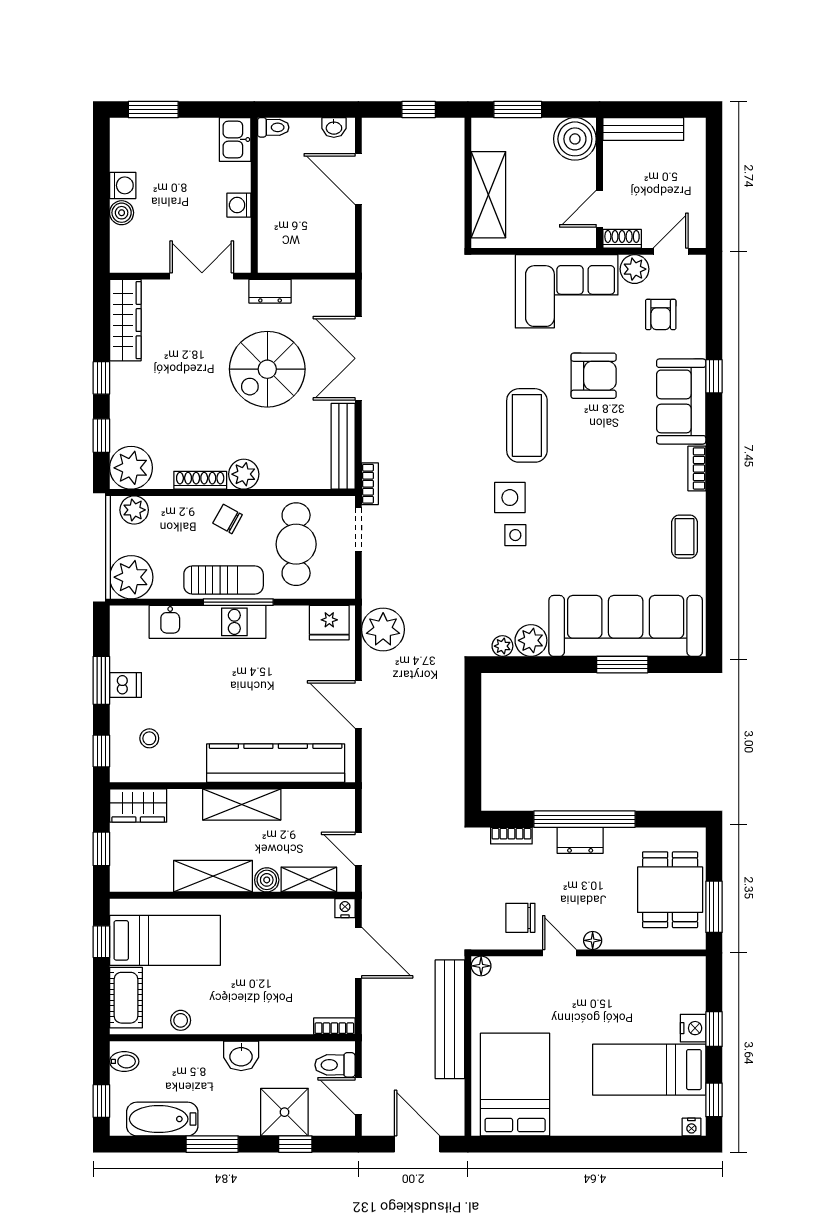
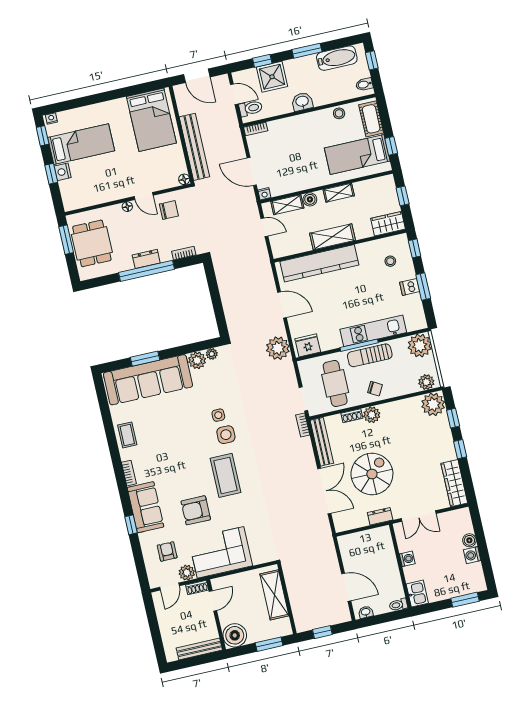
shoe rack: (200, 480) -> (352, 416), moved, width x0.70
shelving: (213, 876) -> (339, 193), width x0.67, depth x0.75

